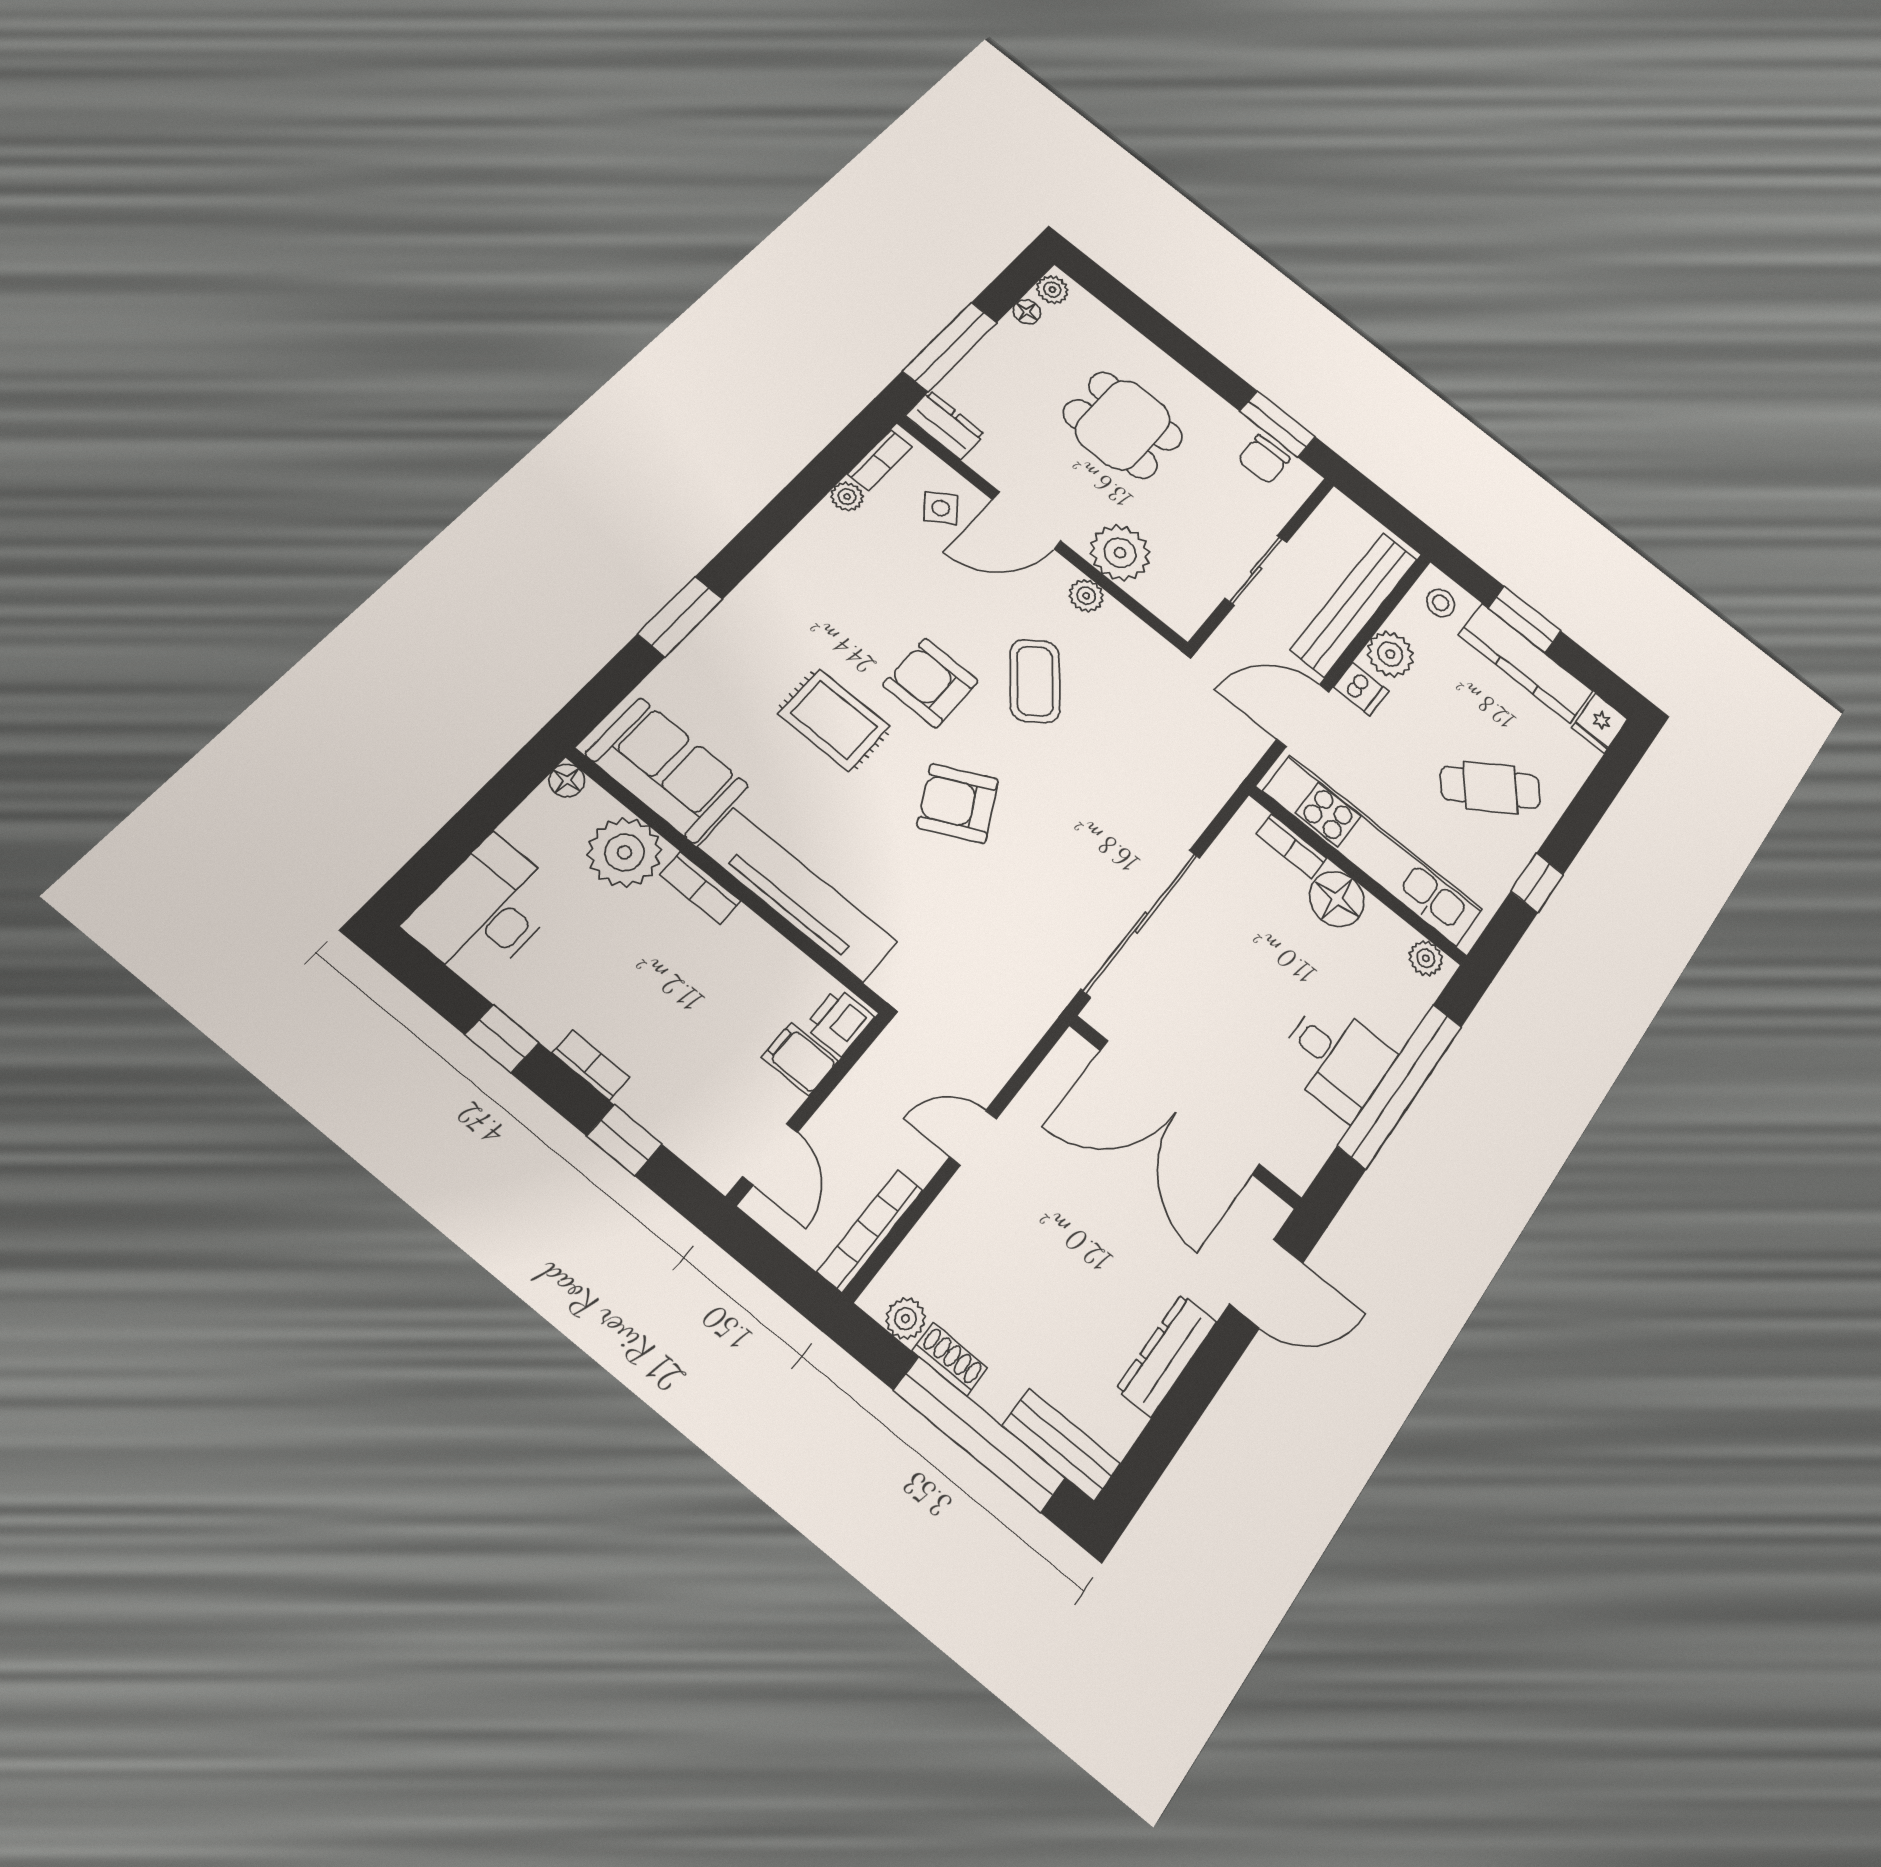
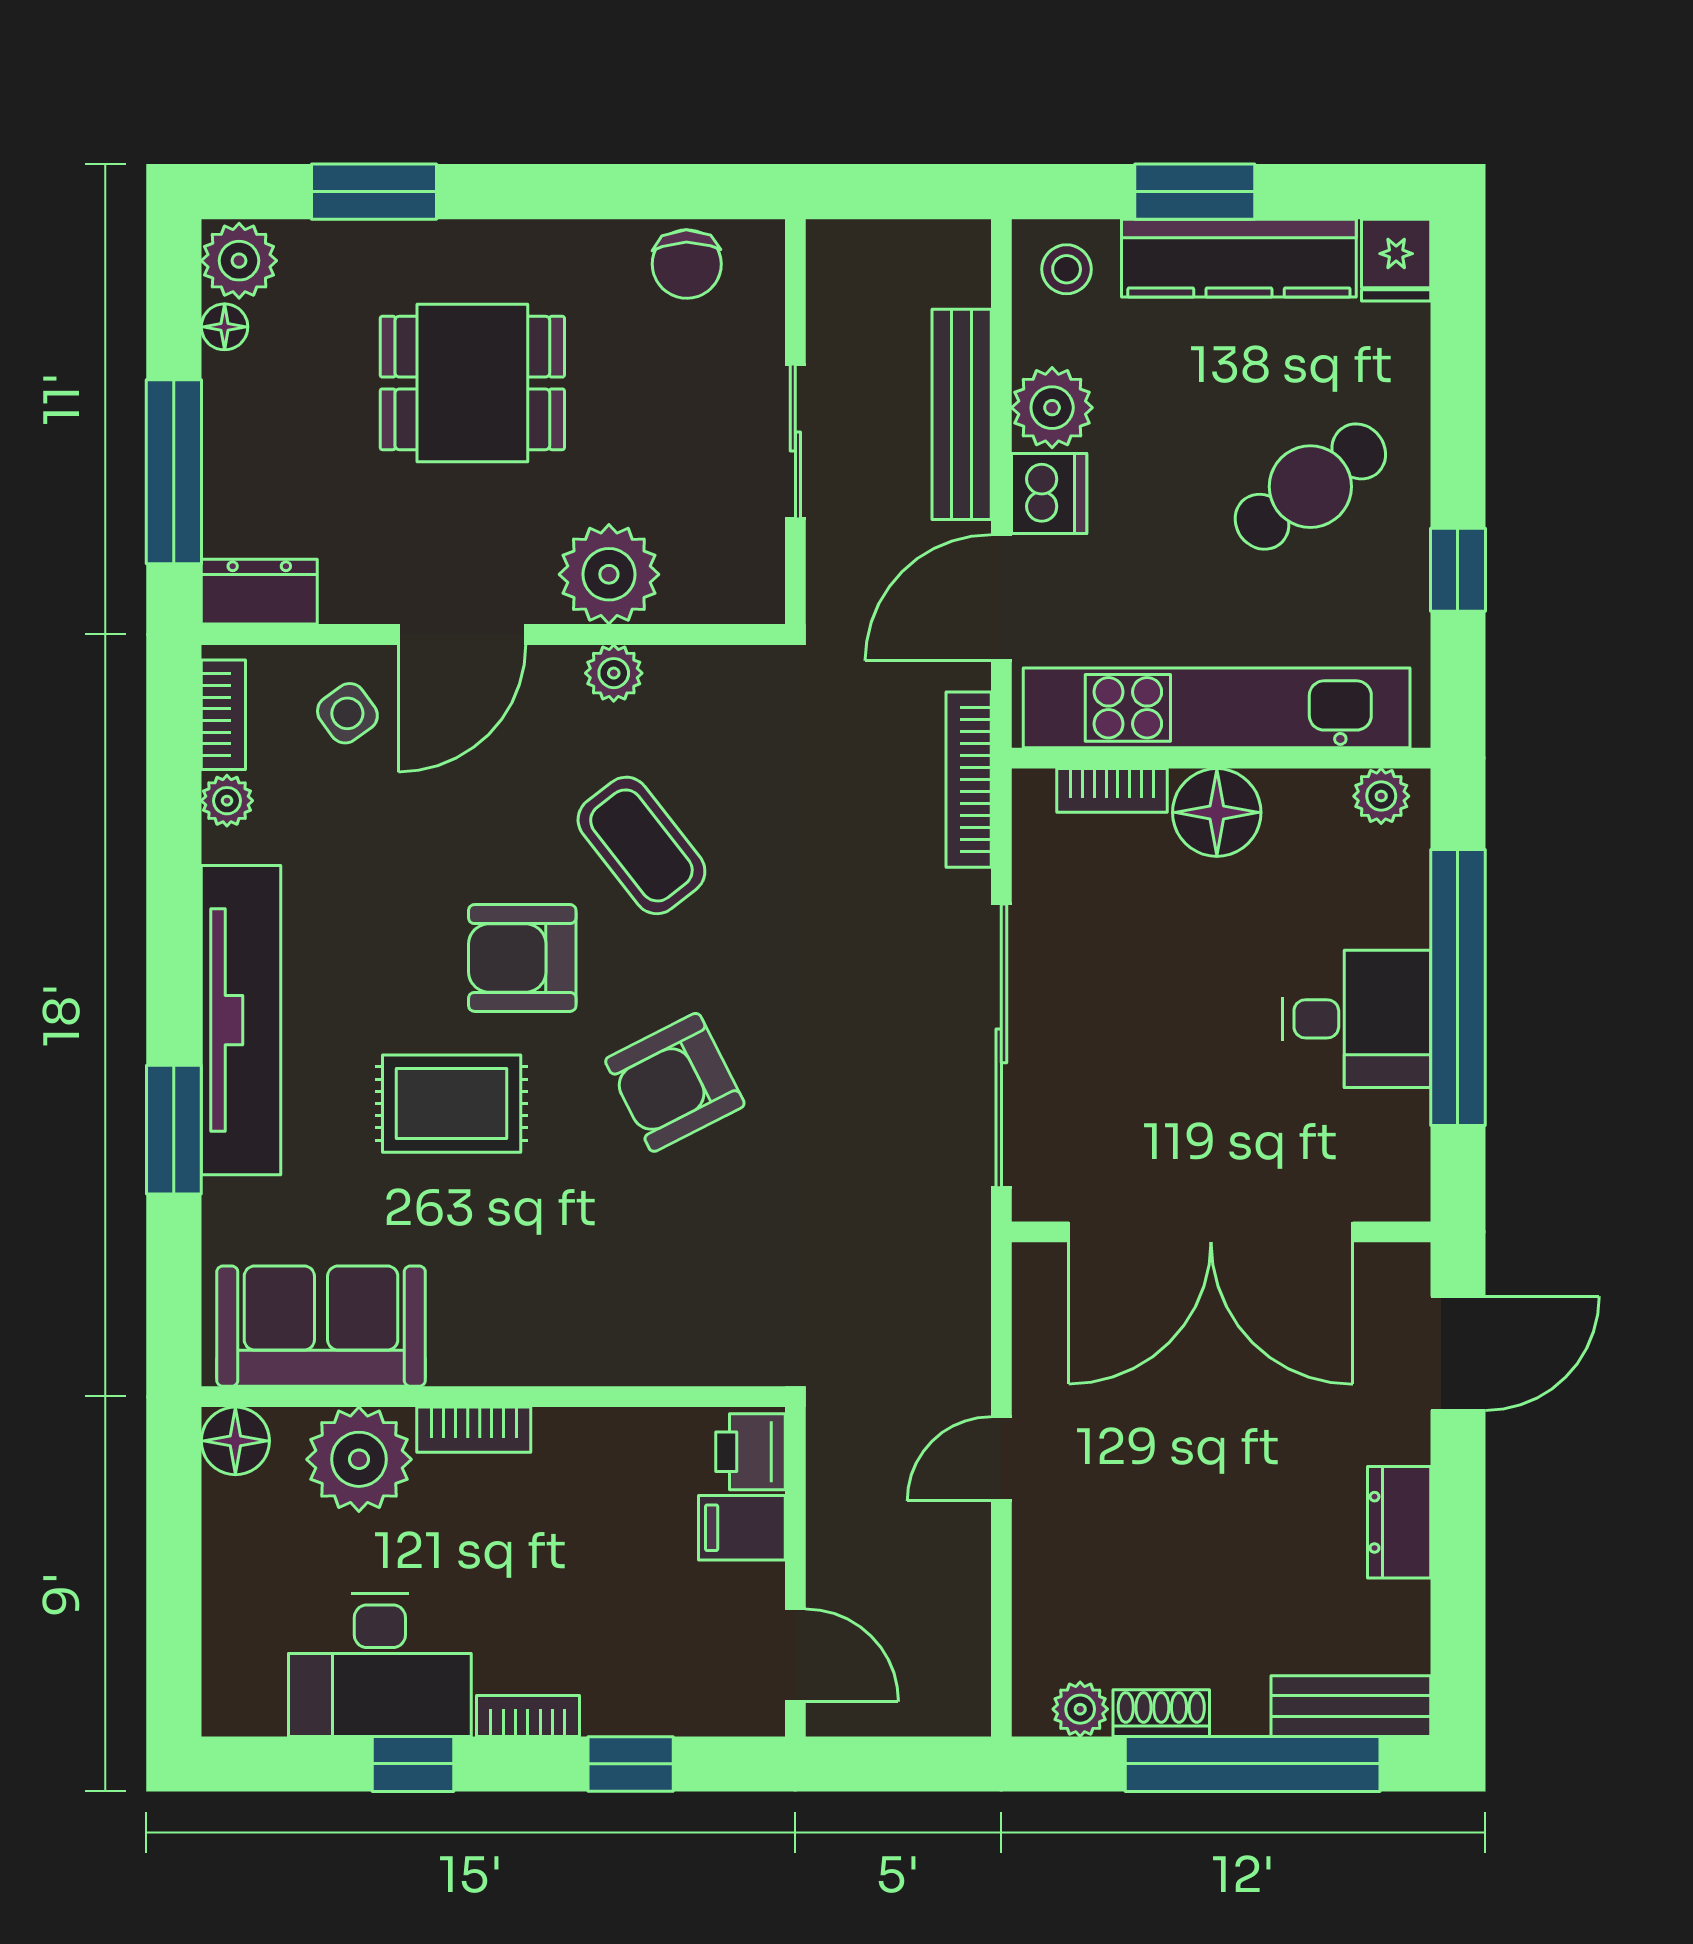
plant: (1052, 290) -> (239, 261), width x1.38, depth x1.38
window: (1278, 424) -> (374, 192), moved
bench: (1354, 604) -> (962, 414), width x0.73, depth x0.82
dishwasher: (1361, 689) -> (1049, 494), width x1.38
floor lamp: (567, 780) -> (235, 1441), width x1.37, depth x1.37
tv unit: (798, 895) -> (241, 1020), moved, turned 90
desk: (486, 910) -> (380, 1665), moved, turned -90
bookcase: (870, 1231) -> (969, 780), moved
dresser: (1167, 1355) -> (1399, 1522), width x0.70

